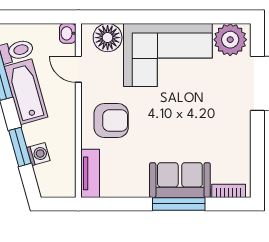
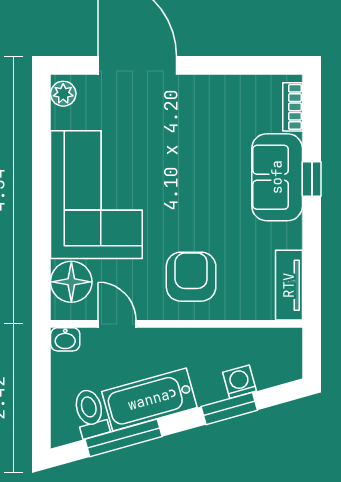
plant: (230, 40) -> (63, 94), width x0.53, depth x0.53
door: (78, 69) -> (117, 324), swing flipped
tv unit: (90, 173) -> (289, 285), moved, turned -90
window: (179, 204) -> (312, 179), width x0.46

